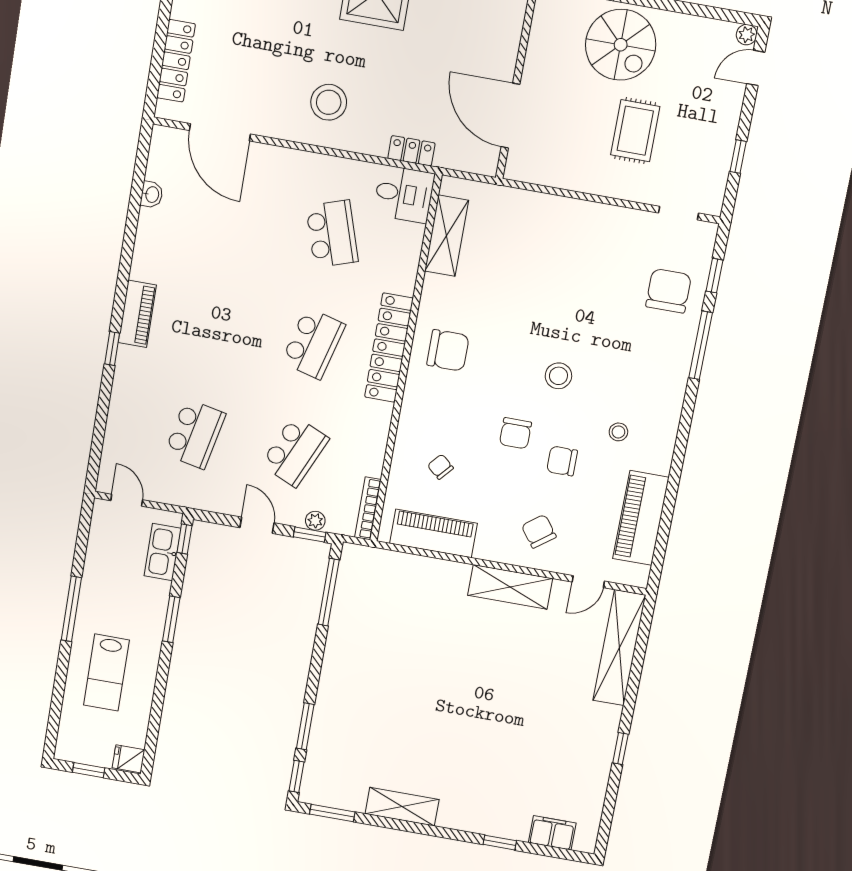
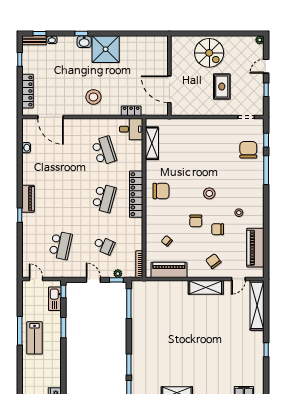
door: (756, 68) -> (266, 66), moved
school desk: (295, 452) -> (104, 245), width x0.54
lab bench: (106, 673) -> (35, 338), moved

